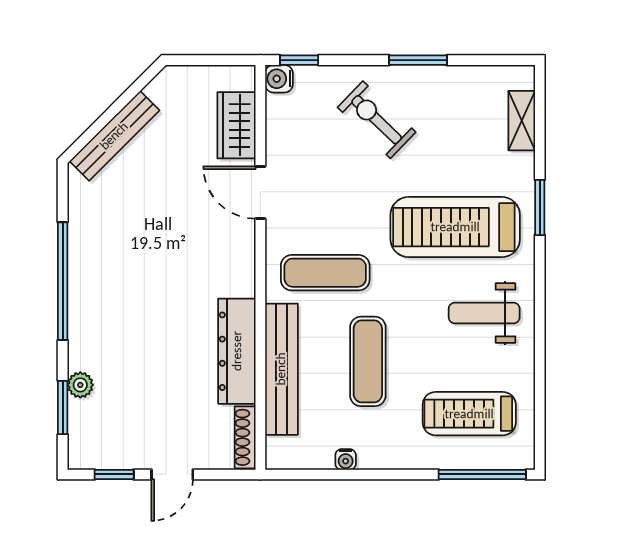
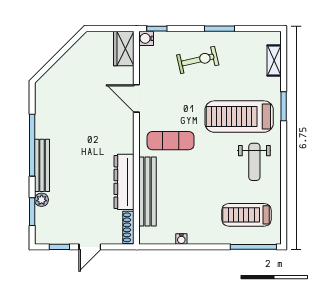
exercise bike: (377, 120) -> (198, 60), turned 123
wardrobe: (236, 125) -> (124, 49), moved
bench: (114, 136) -> (42, 165), moved, turned -45
weight bench: (484, 313) -> (254, 162), turned -90
exercise mat: (368, 361) -> (193, 187), removed

